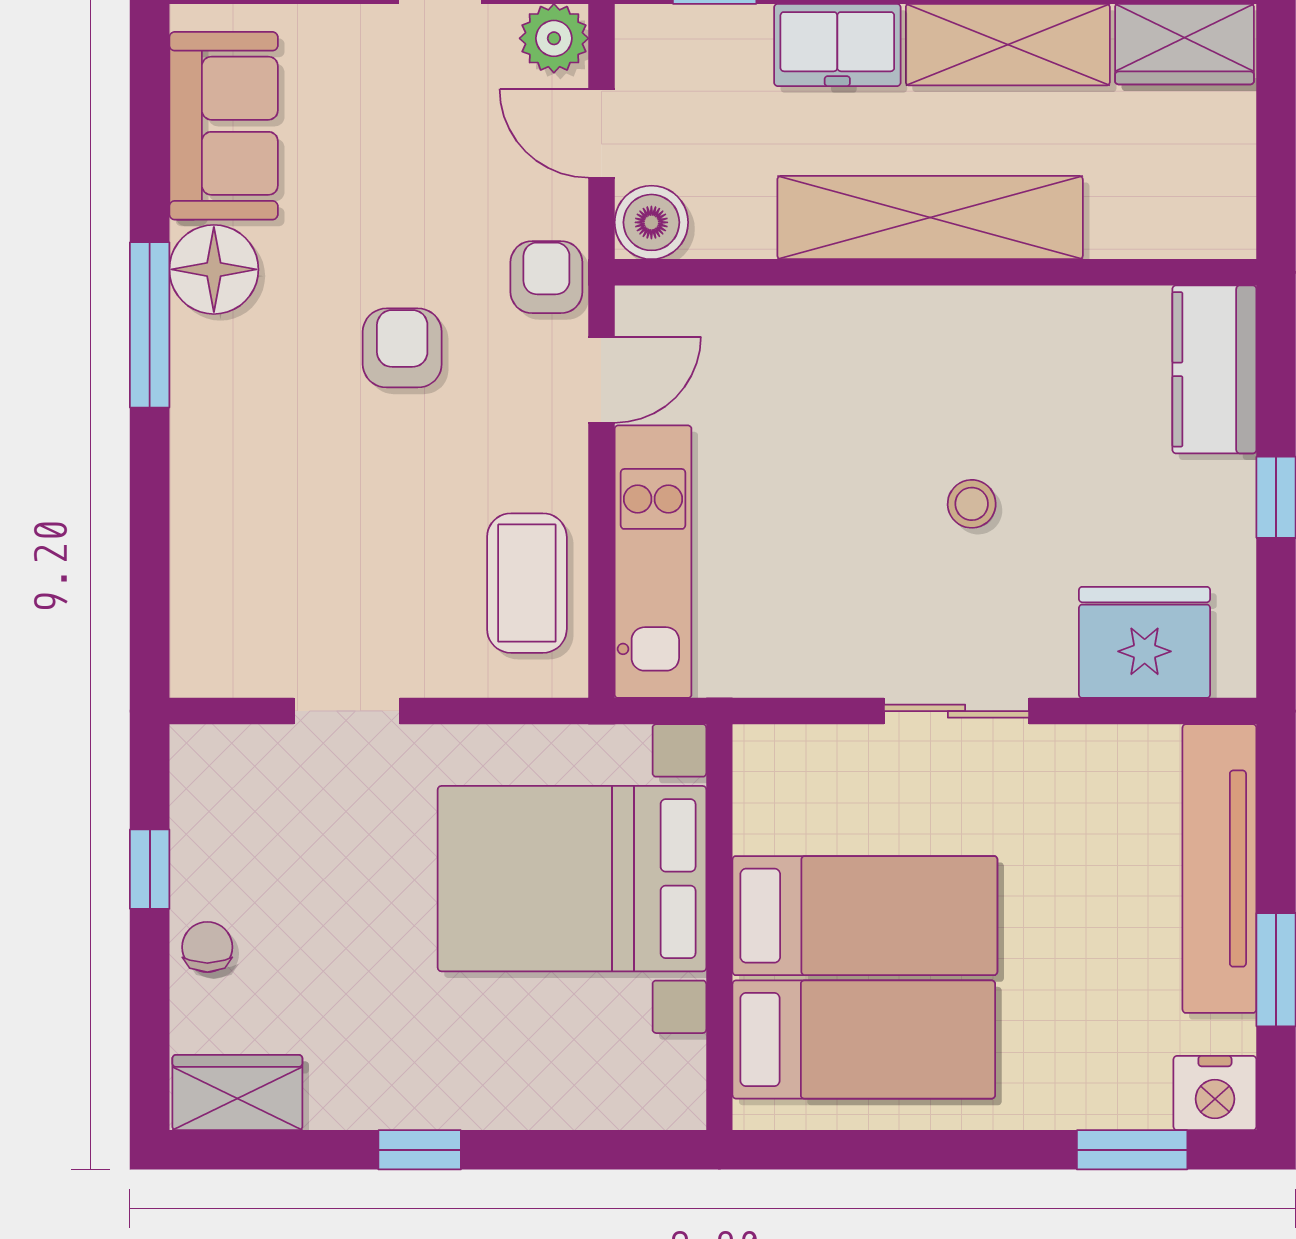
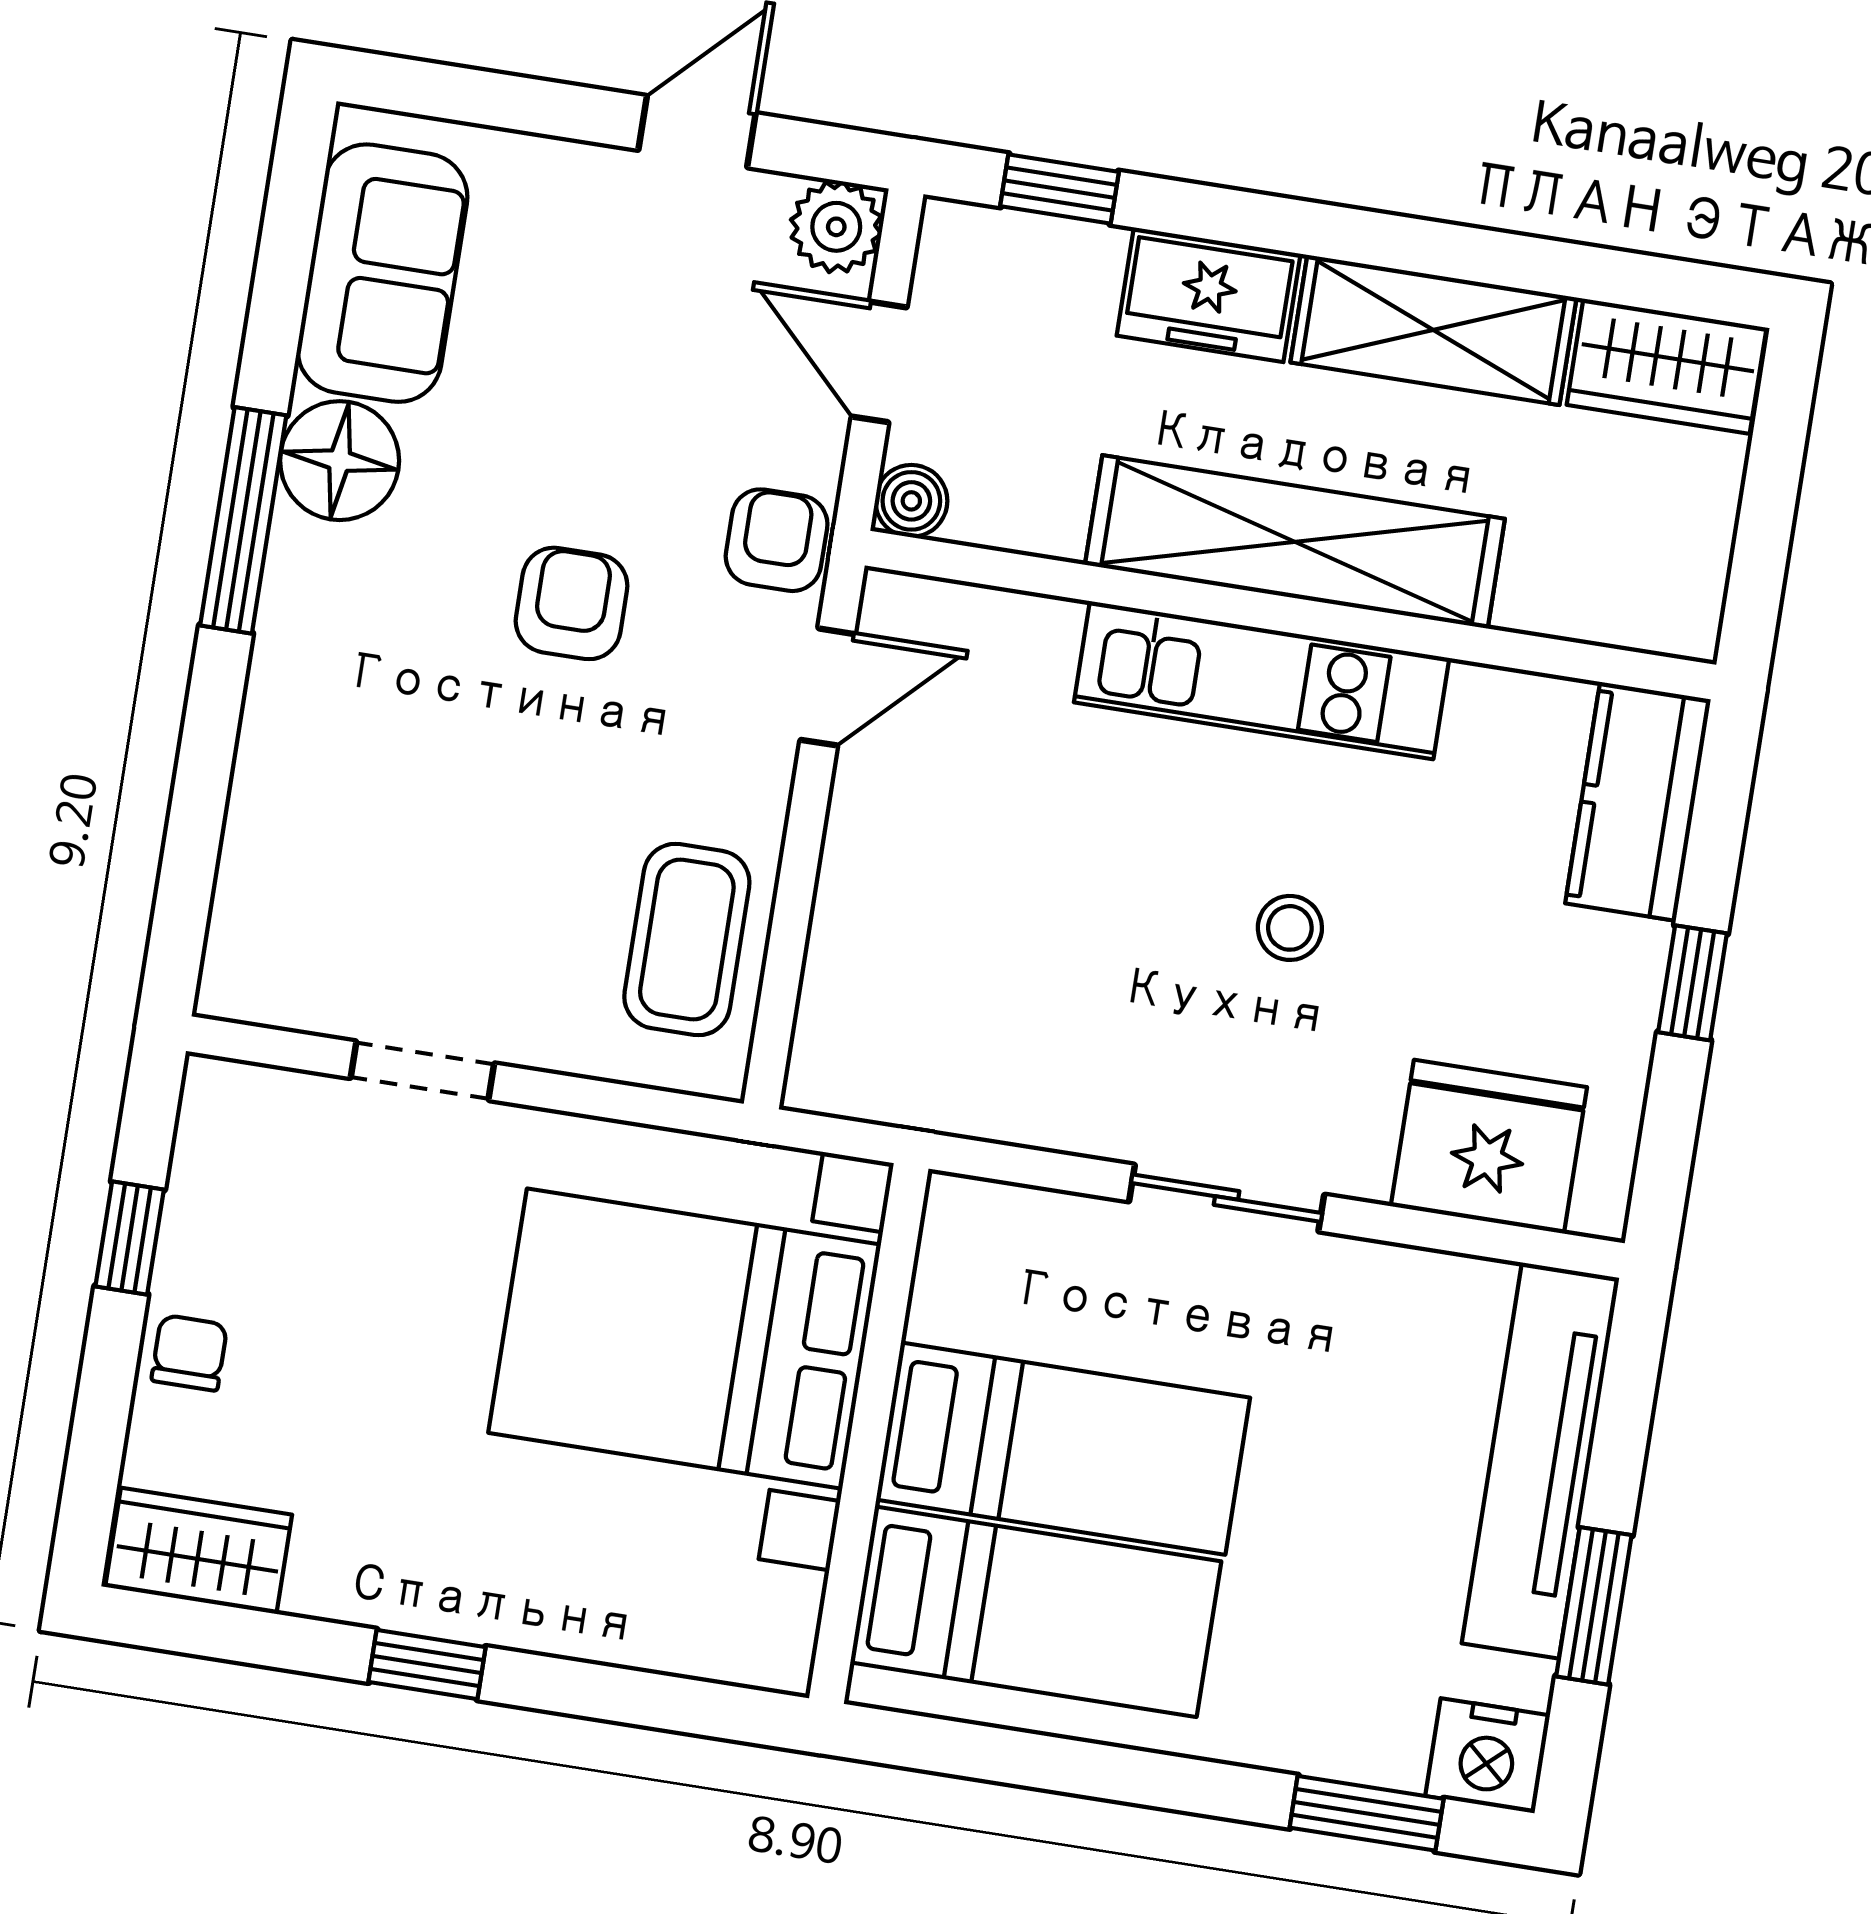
boiler: (651, 222) -> (911, 501), width x0.73, depth x0.73
kitchen unit: (653, 562) -> (1262, 680), moved, turned 90

